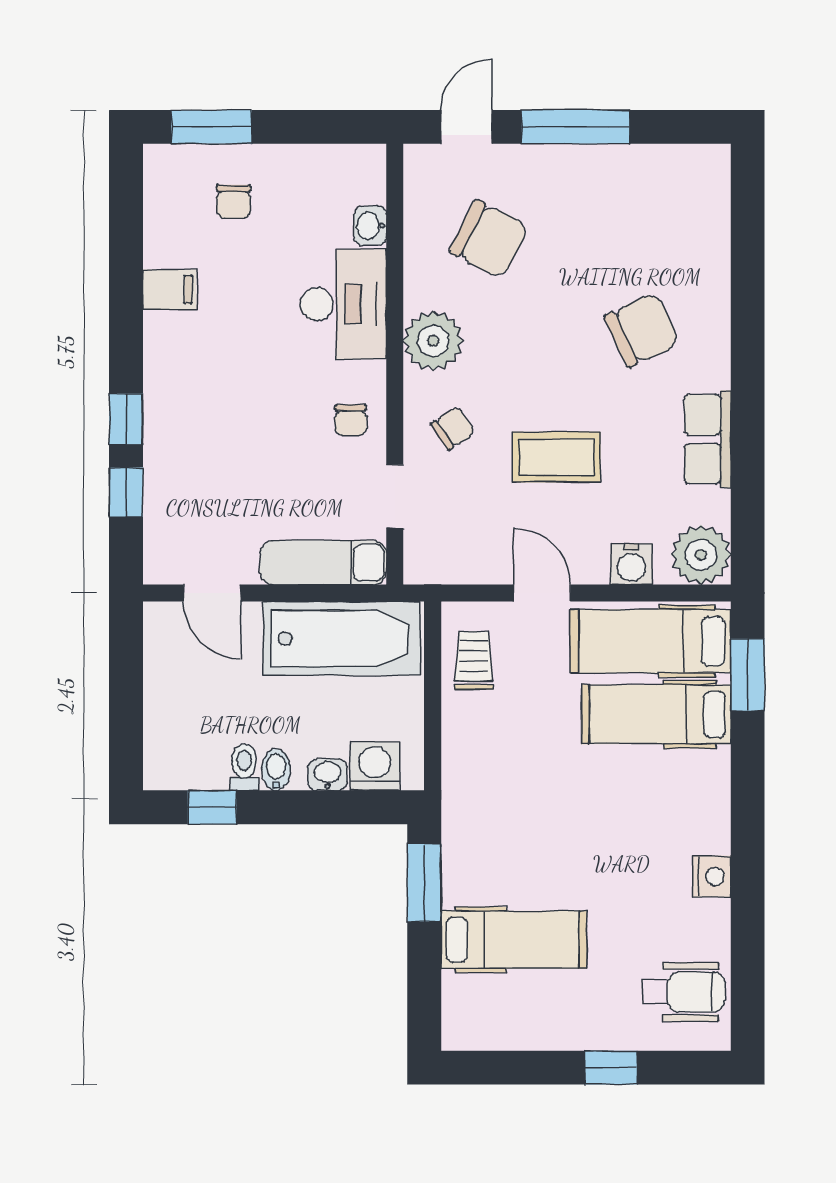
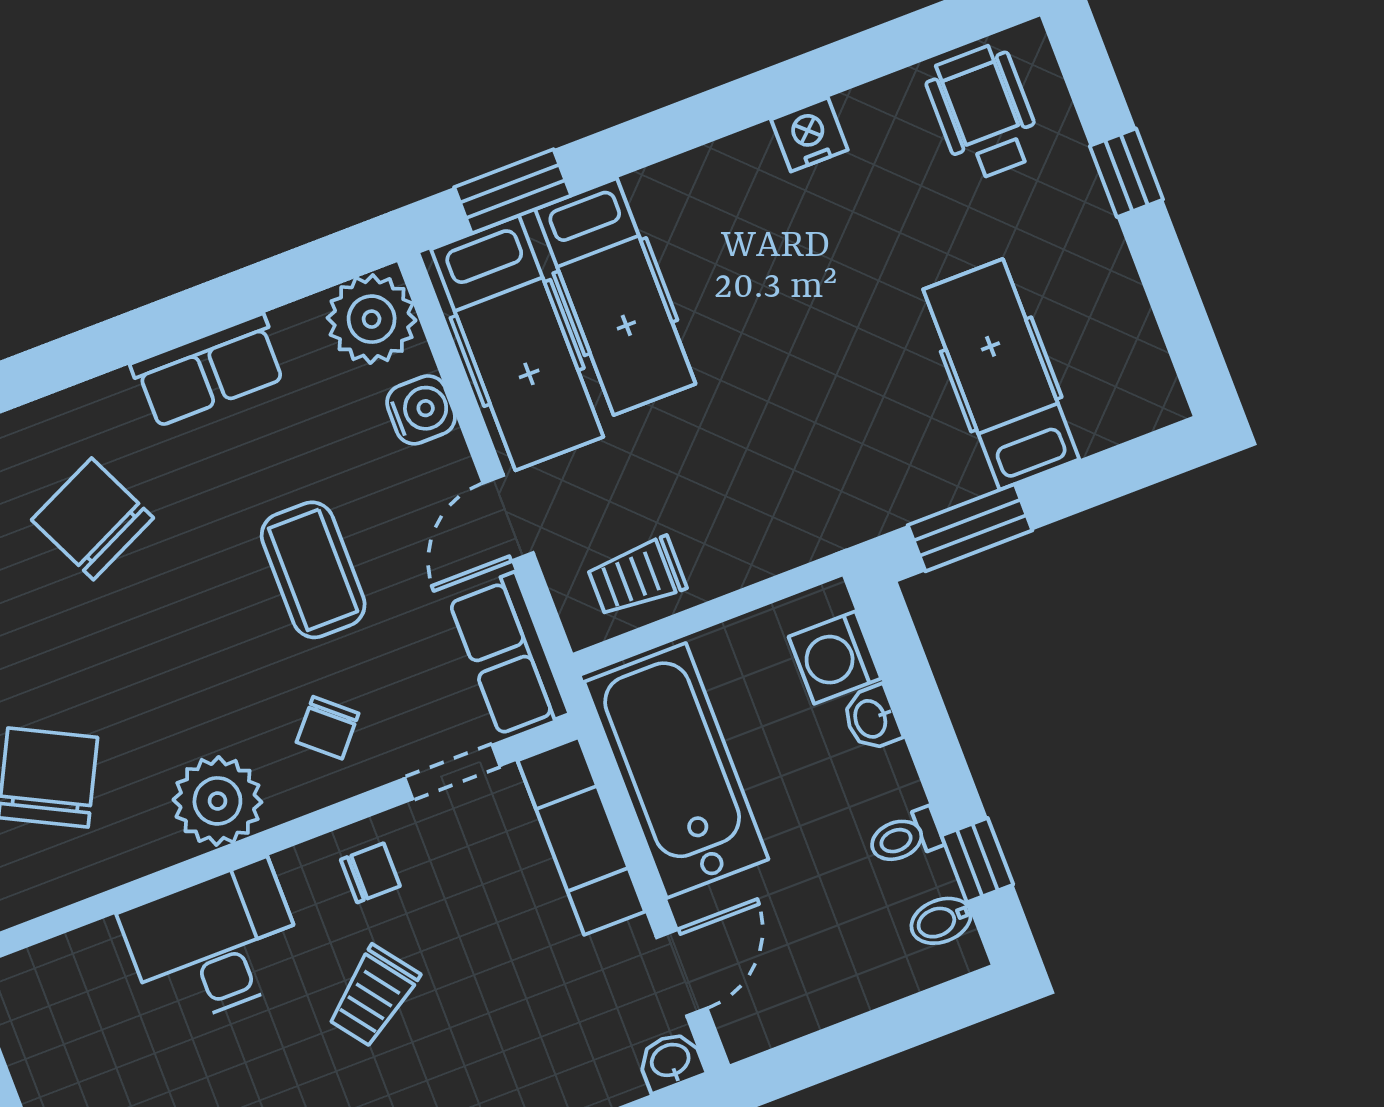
washbasin: (370, 226) -> (671, 1061), moved, turned 180
trolley: (272, 392) -> (373, 996), added
chair: (453, 428) -> (328, 728), turned -105
row of seats: (455, 560) -> (508, 656), added
bidet: (276, 770) -> (941, 921), moved

